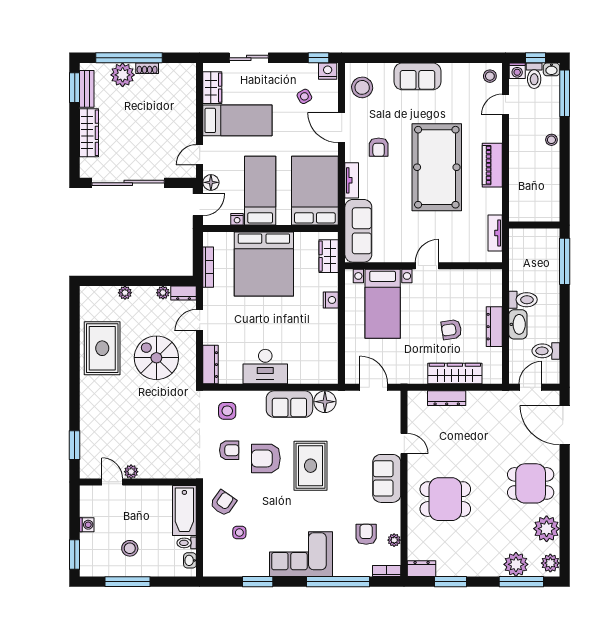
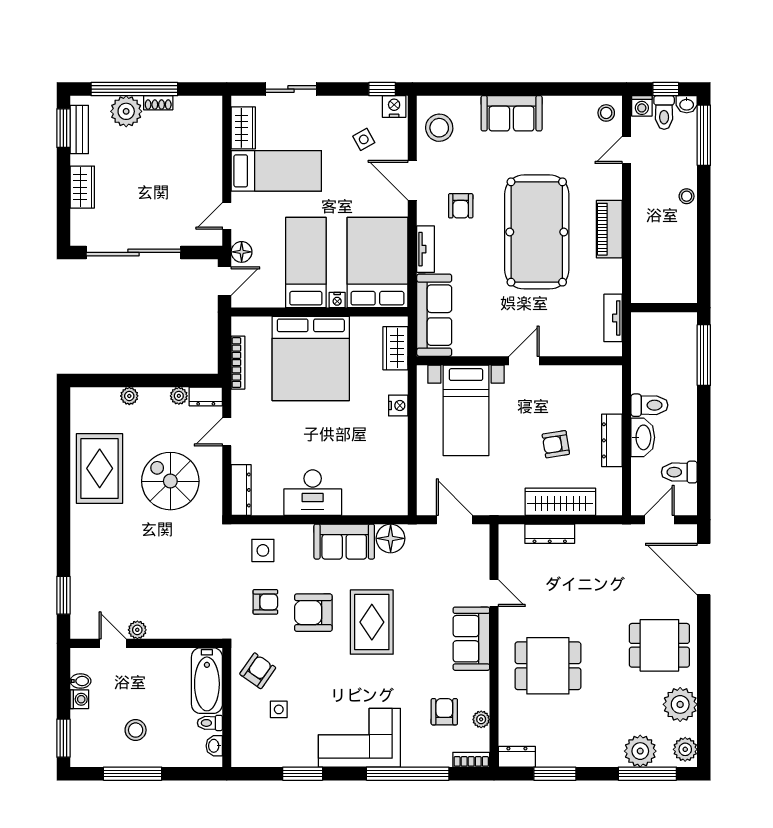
wardrobe: (89, 133) -> (82, 187), width x0.67
nightstand: (237, 219) -> (337, 300), moved
bidet: (88, 511) -> (80, 681), added

